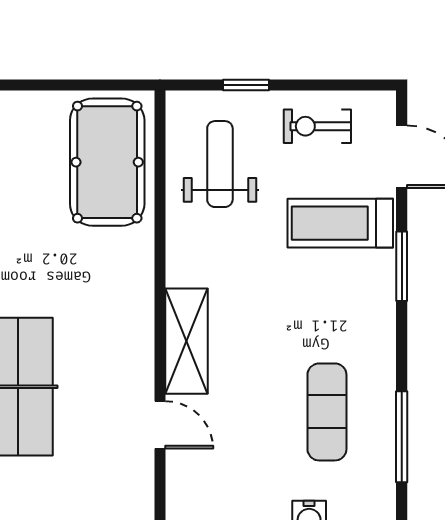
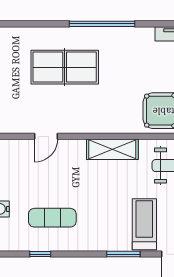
shelving: (186, 341) -> (112, 149), moved
window: (402, 437) -> (40, 254), width x0.46

